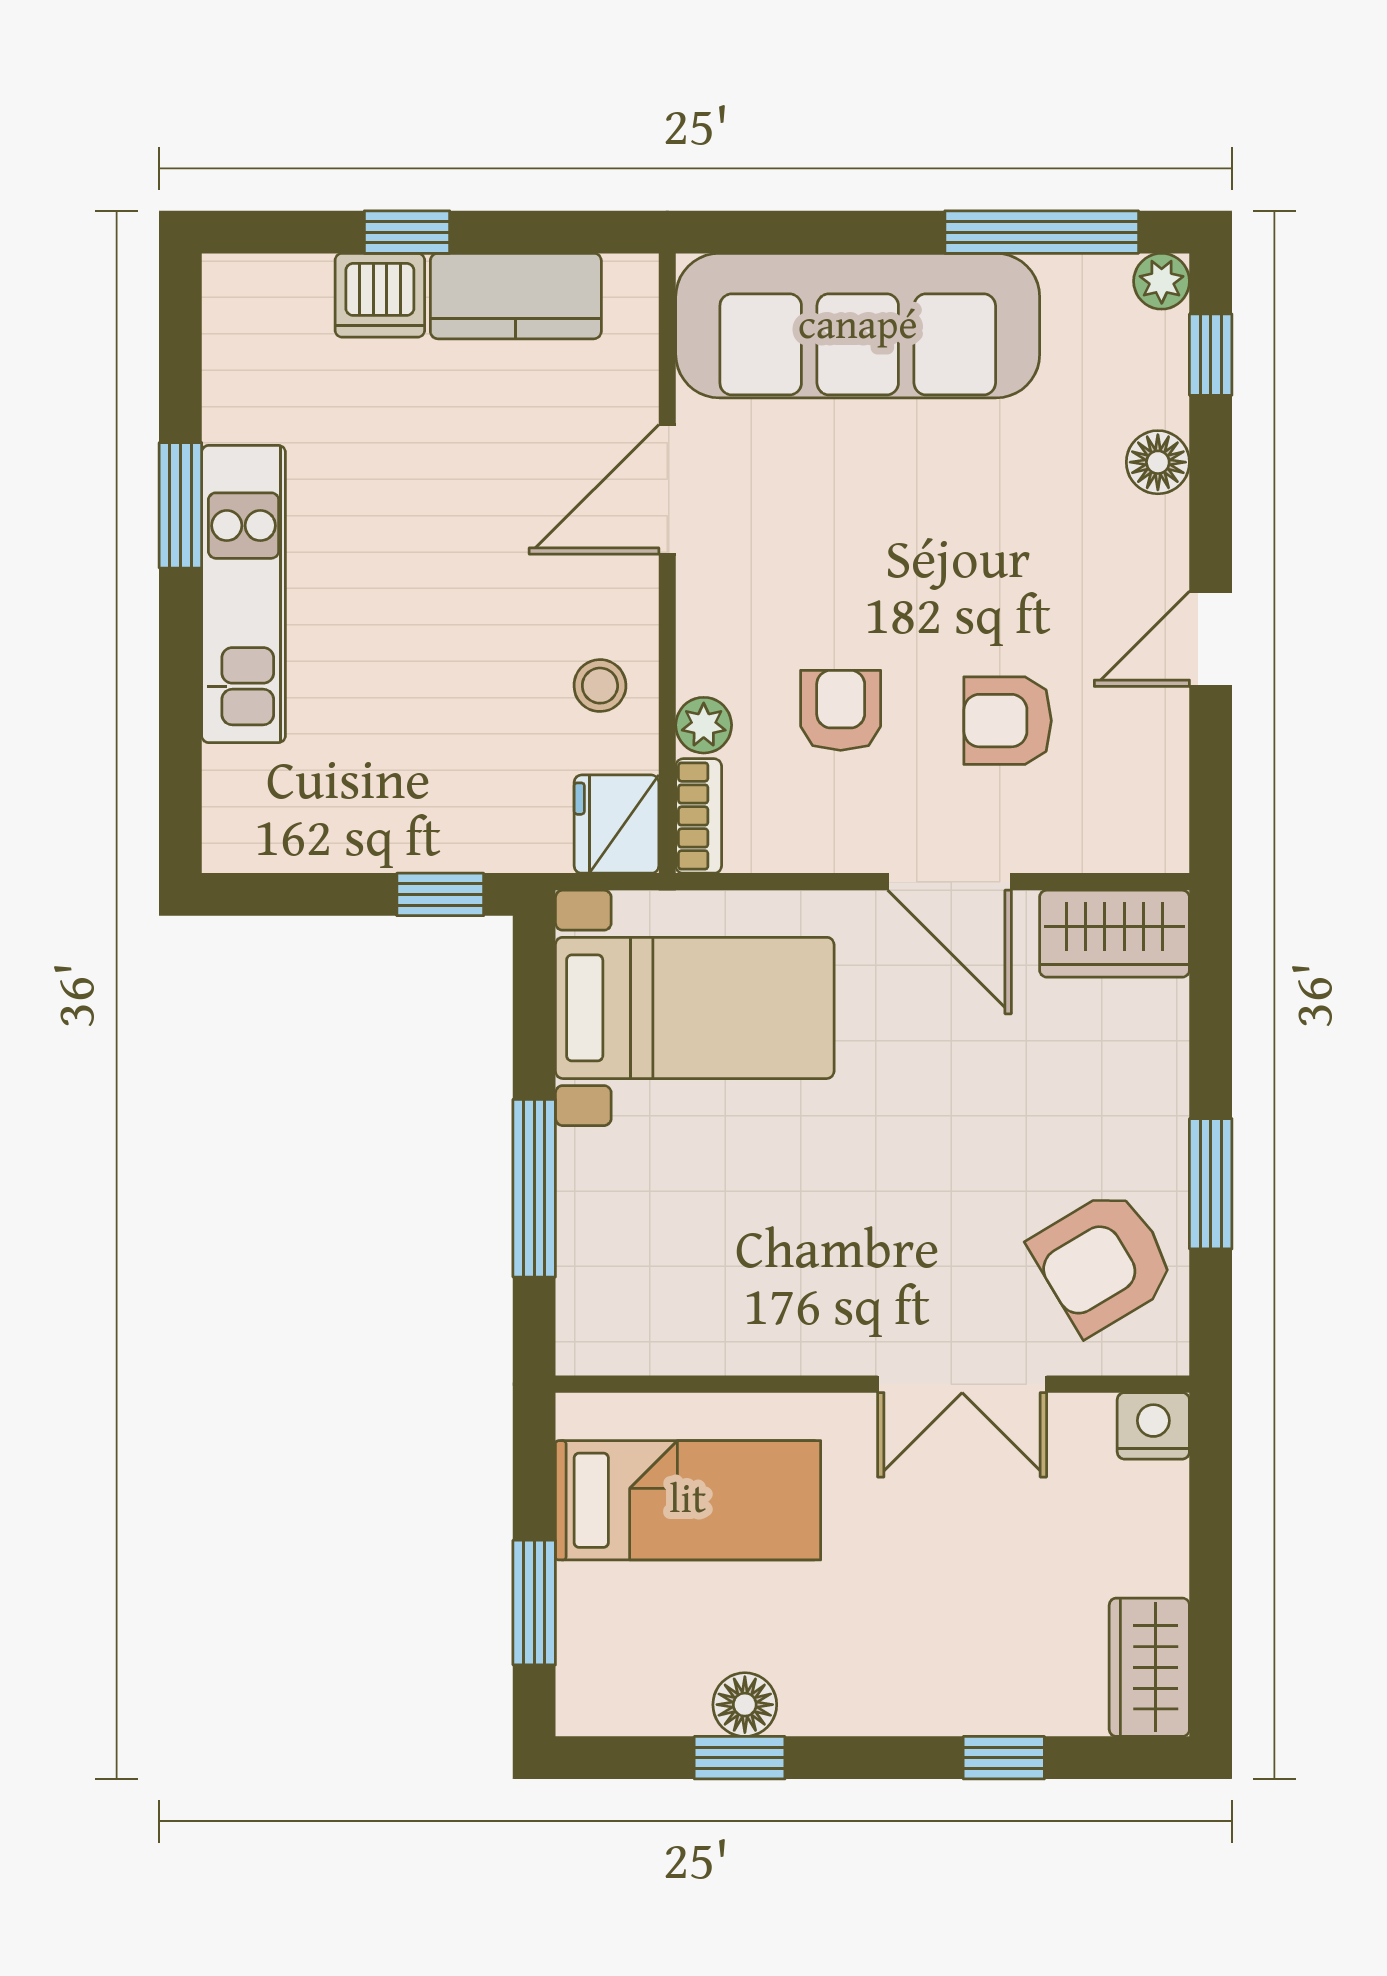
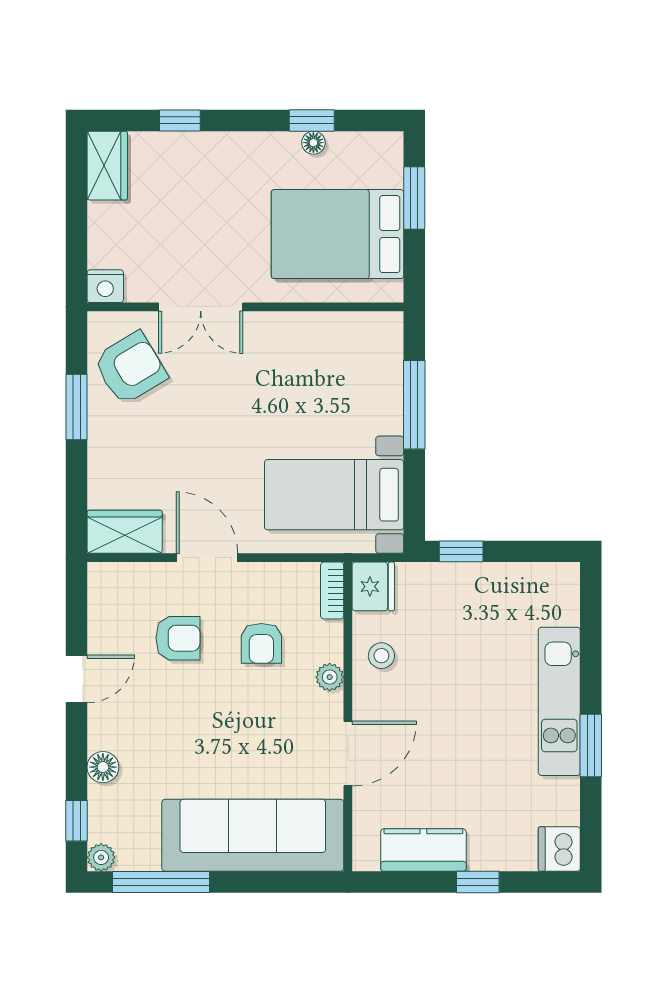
dishwasher: (380, 295) -> (559, 849), moved, turned -90
plant: (704, 725) -> (330, 677), moved
double door: (962, 1384) -> (201, 307), swing flipped
bed: (688, 1500) -> (337, 234), width x1.50
floor lamp: (745, 1705) -> (313, 143), width x0.73, depth x0.73

